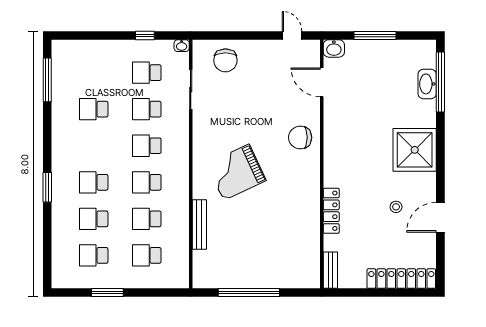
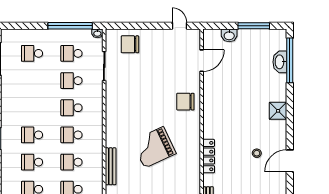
window: (145, 35) -> (70, 26), width x3.17
window: (375, 35) -> (254, 26), moved
washbasin: (334, 48) -> (229, 35), moved
chair: (225, 60) -> (130, 44), turned 90
door: (322, 82) -> (202, 61), swing flipped
school desk: (94, 109) -> (32, 53), moved
shower: (415, 150) -> (278, 111), width x0.54, depth x0.54
grand piano: (236, 172) -> (154, 147), moved

